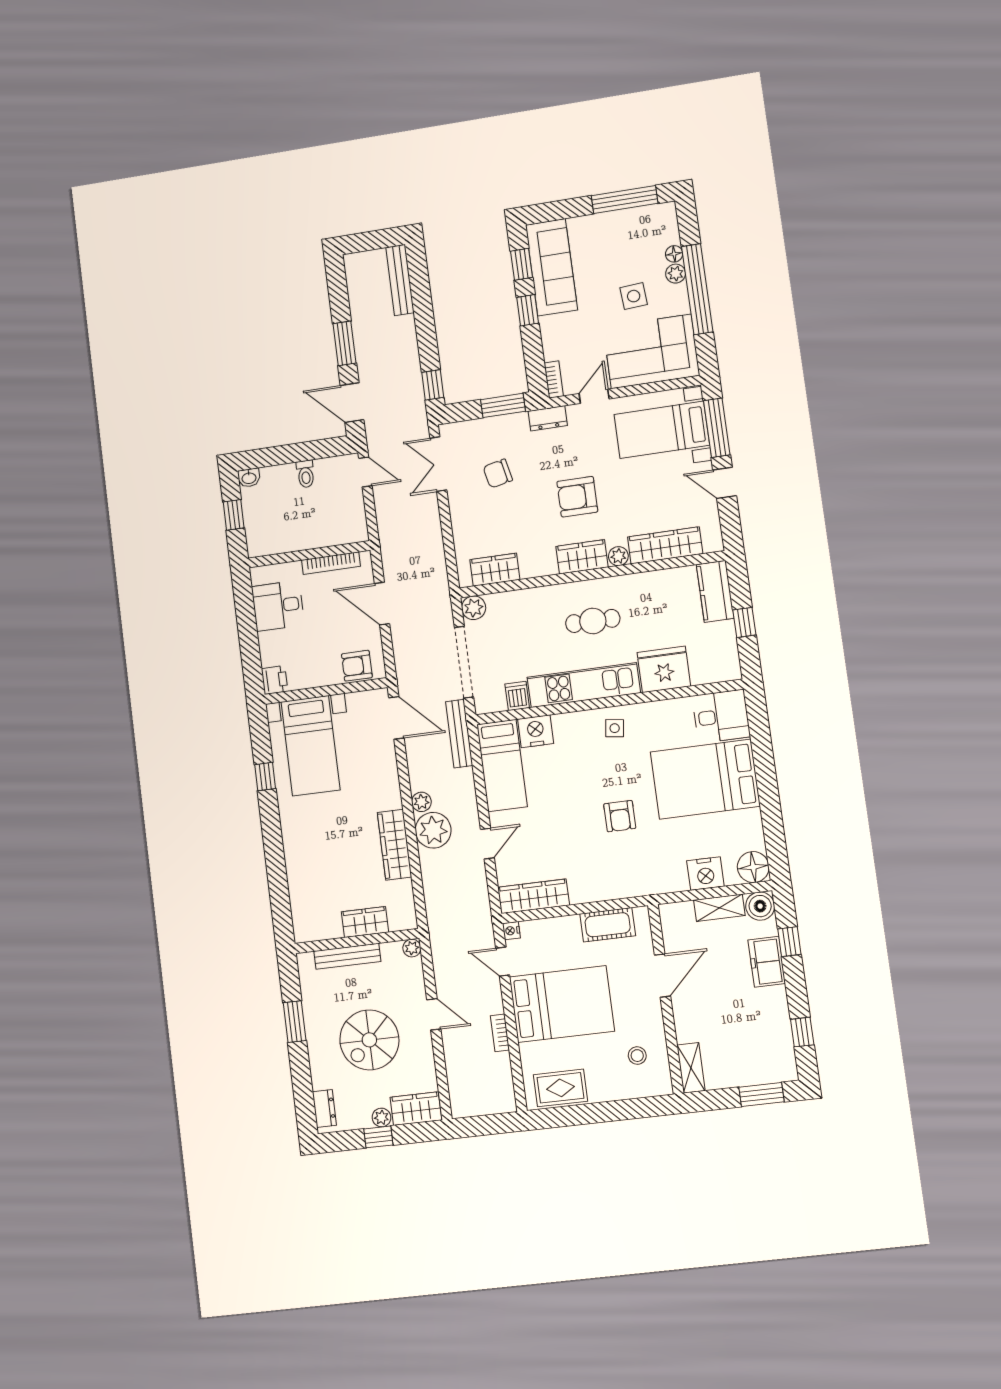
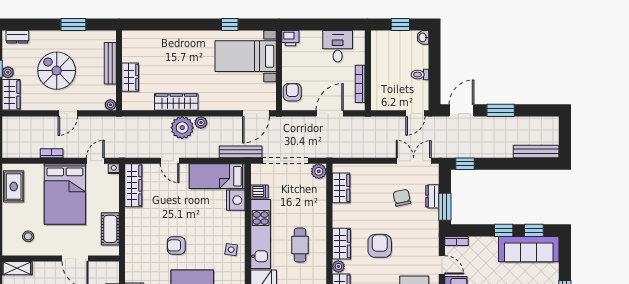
dresser: (548, 418) -> (432, 196), moved

